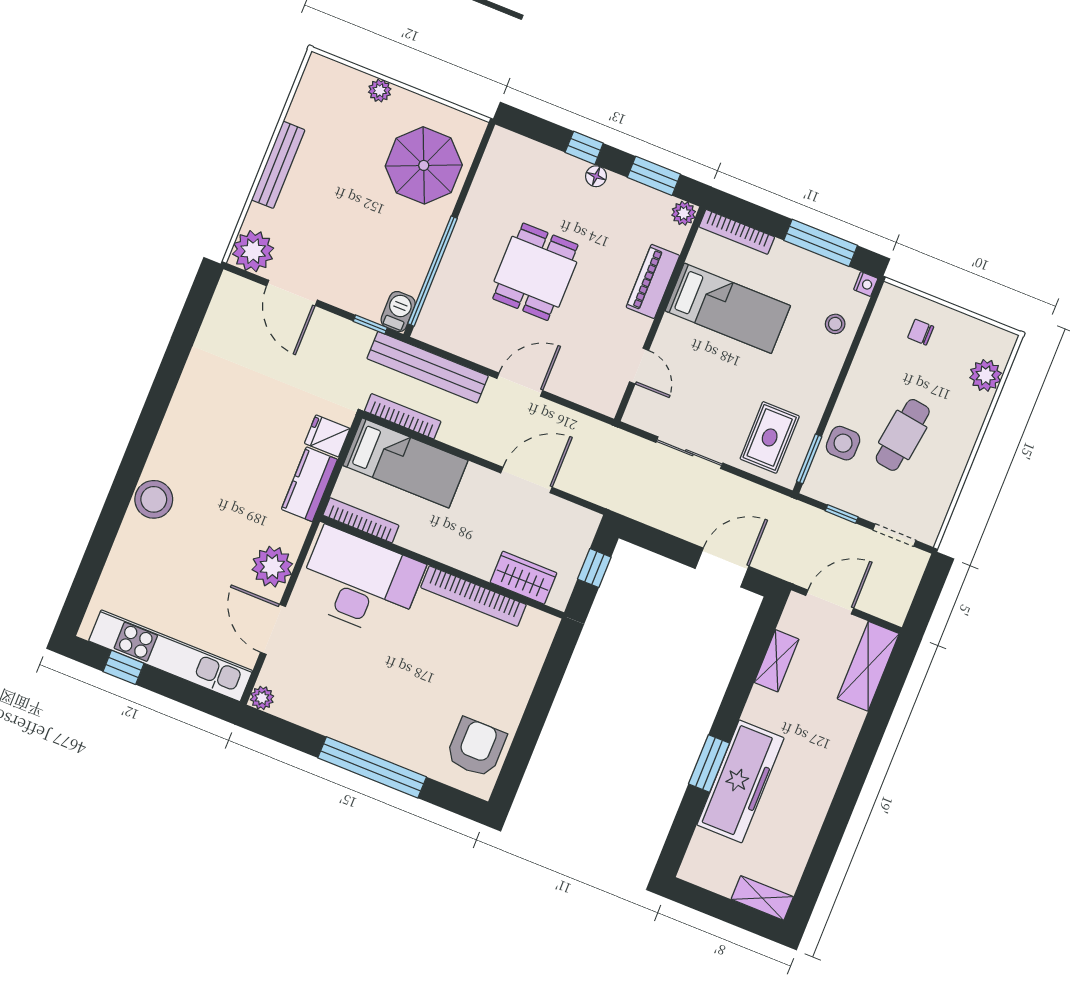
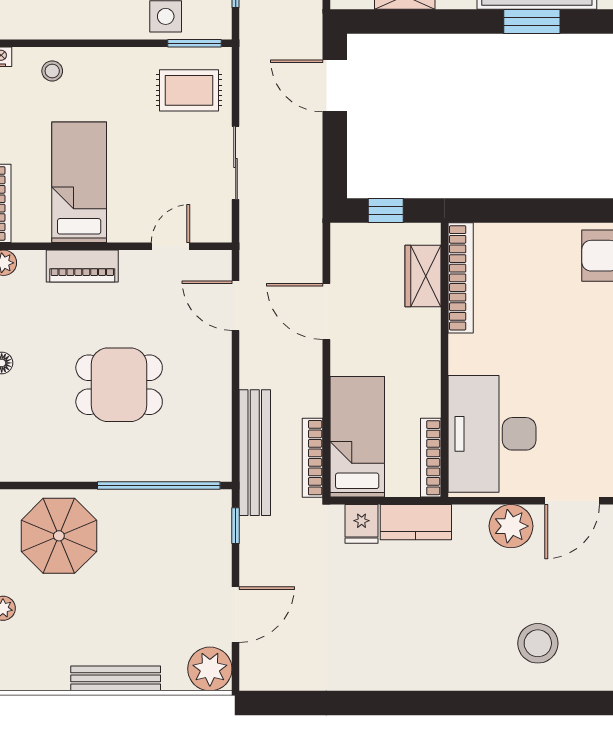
barbecue: (398, 312) -> (212, 503), removed
door: (520, 385) -> (236, 306), moved
stool: (154, 499) -> (538, 643), moved
bookcase: (473, 596) -> (461, 278), moved

